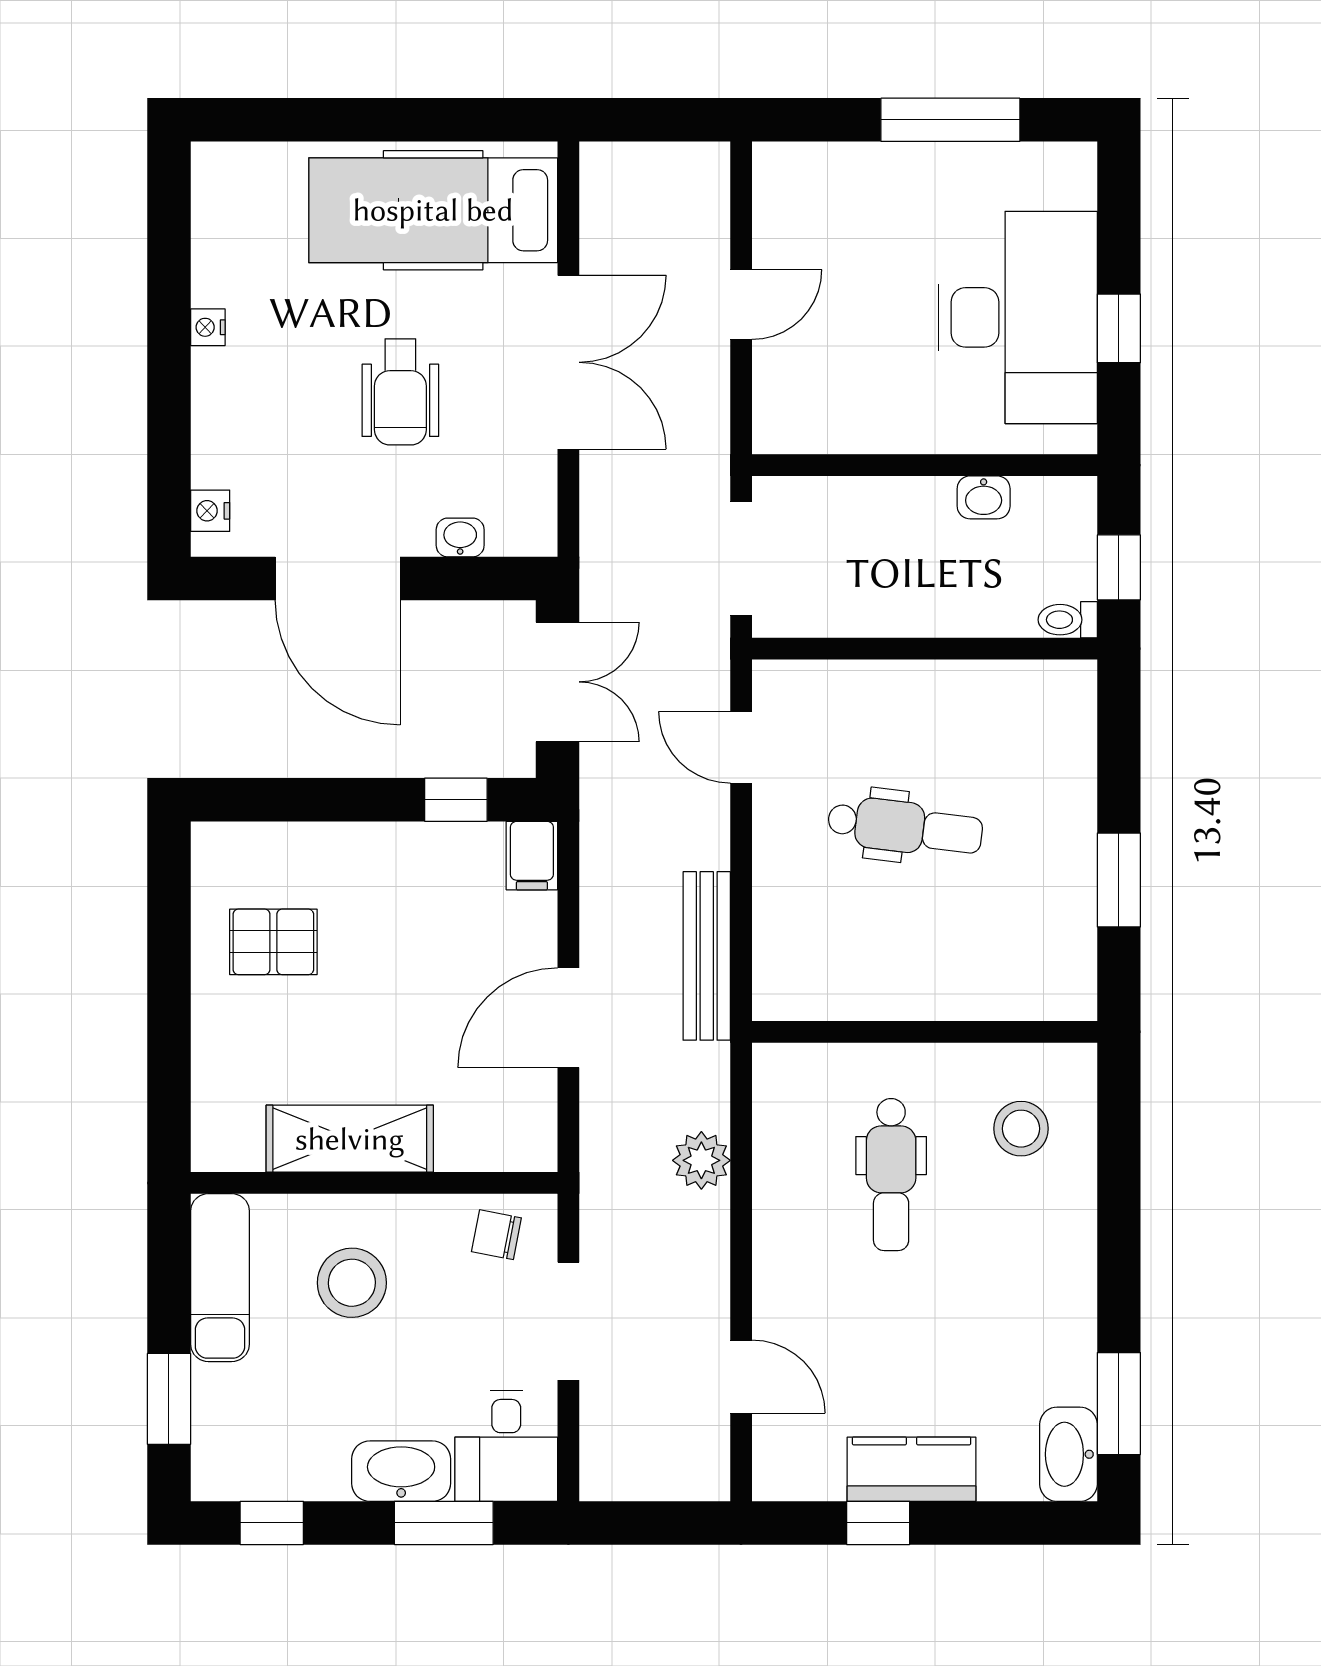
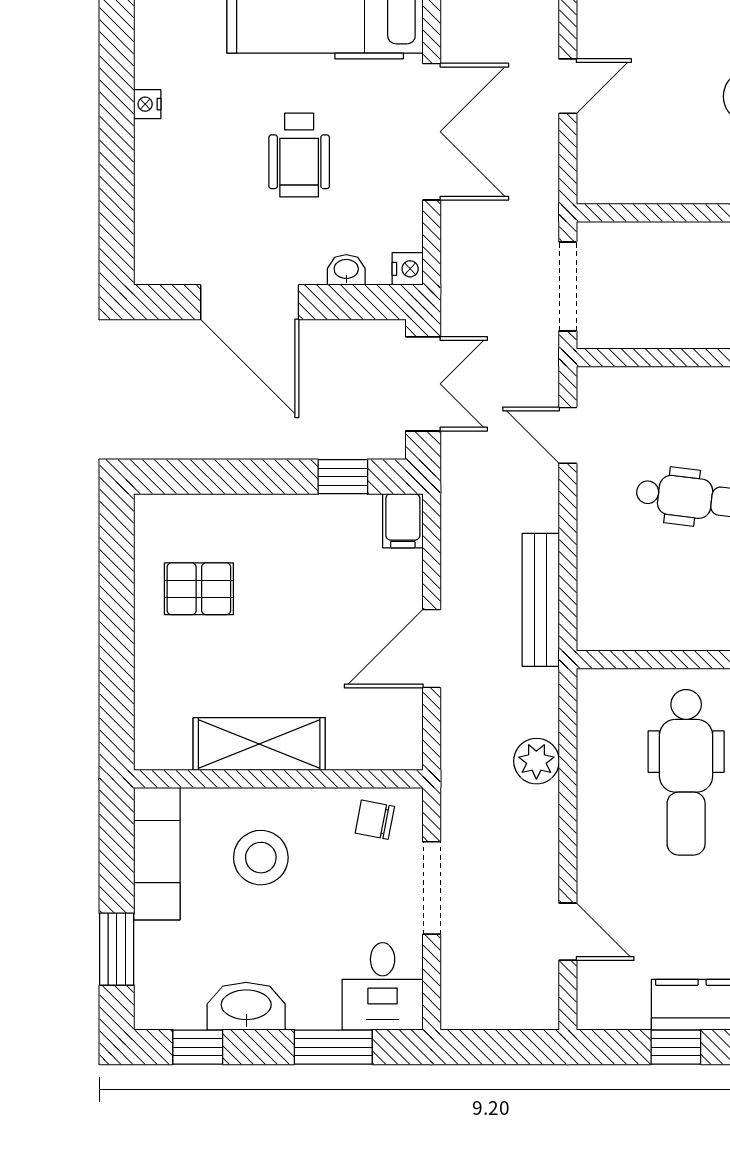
nightstand: (210, 511) -> (408, 269), moved, turned 180
dental chair: (891, 1175) -> (686, 772), width x1.36, depth x1.38
washbasin: (401, 1471) -> (246, 1006), moved

